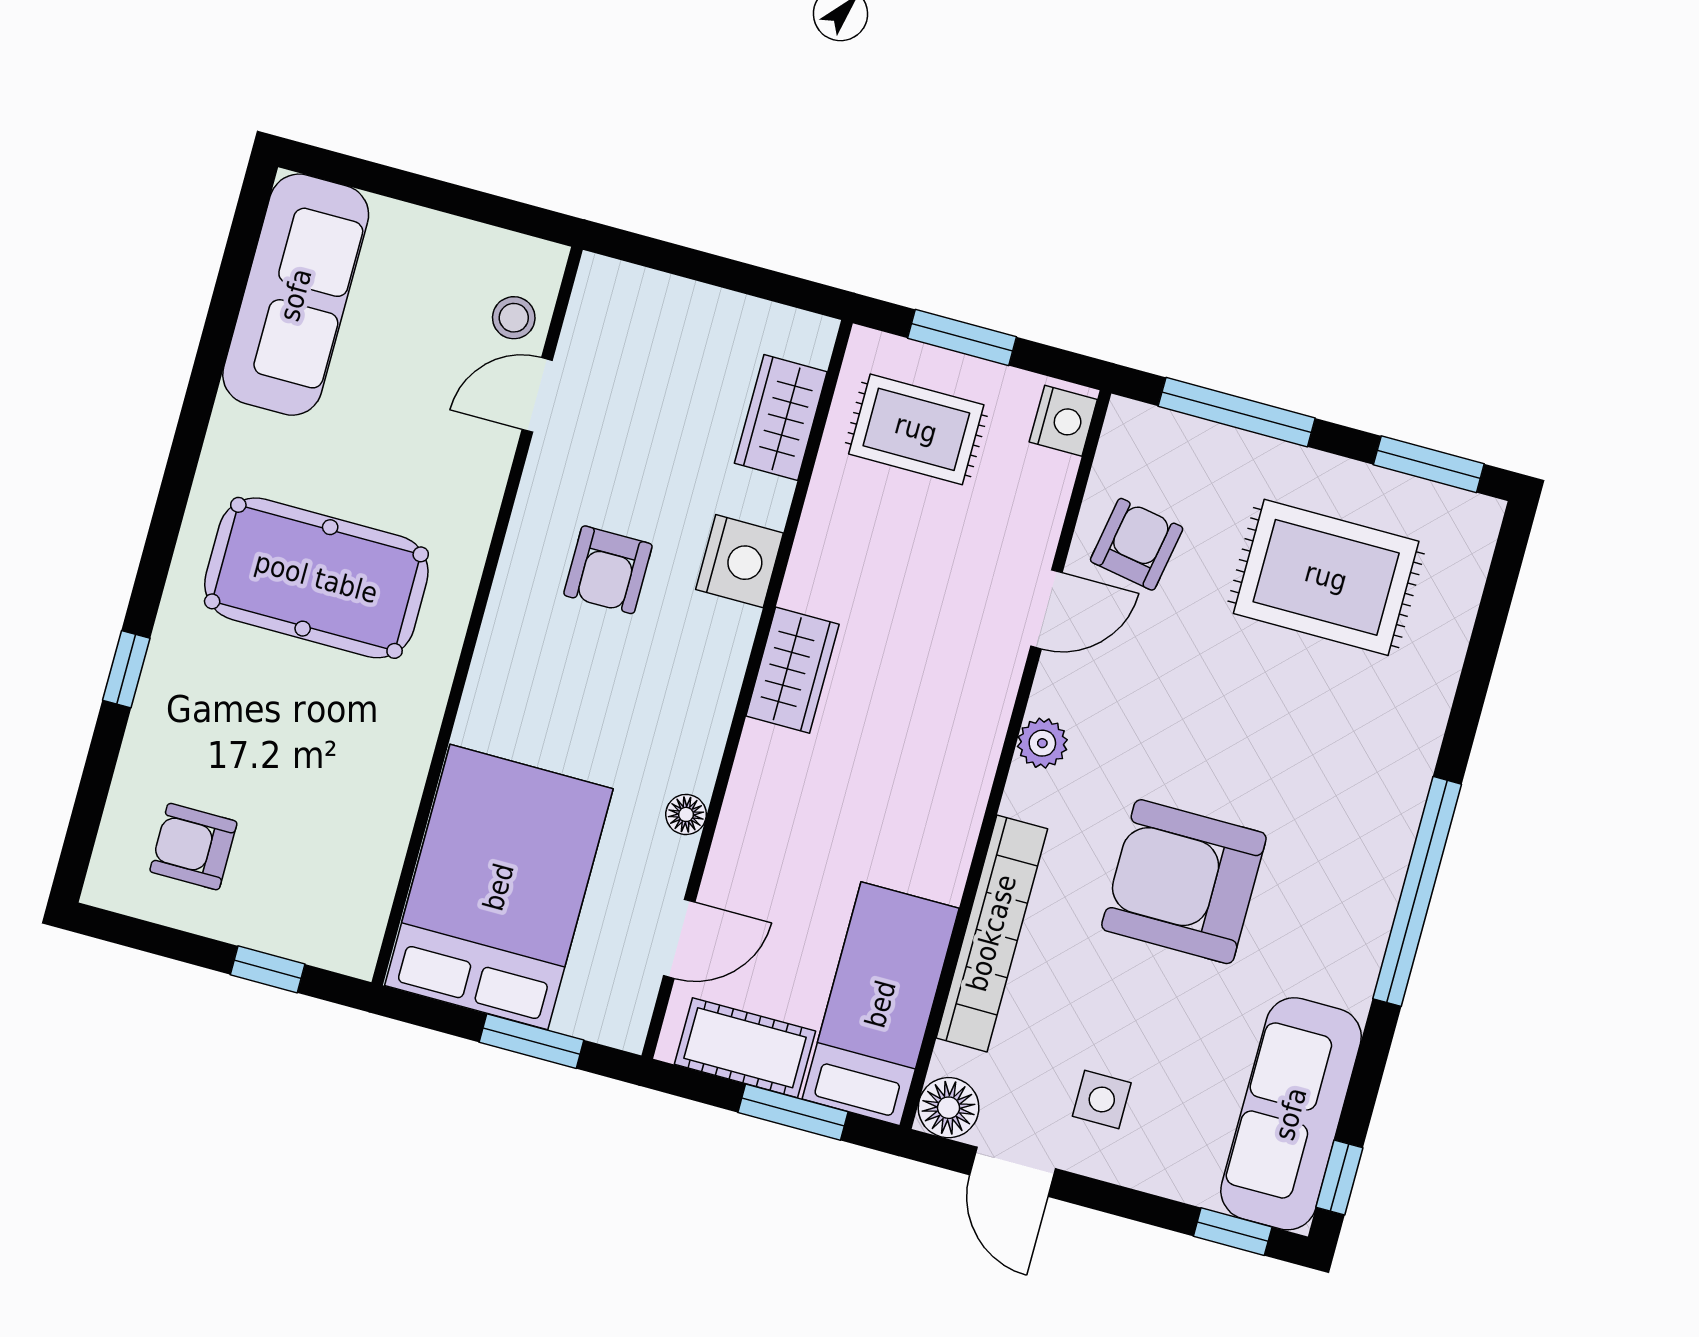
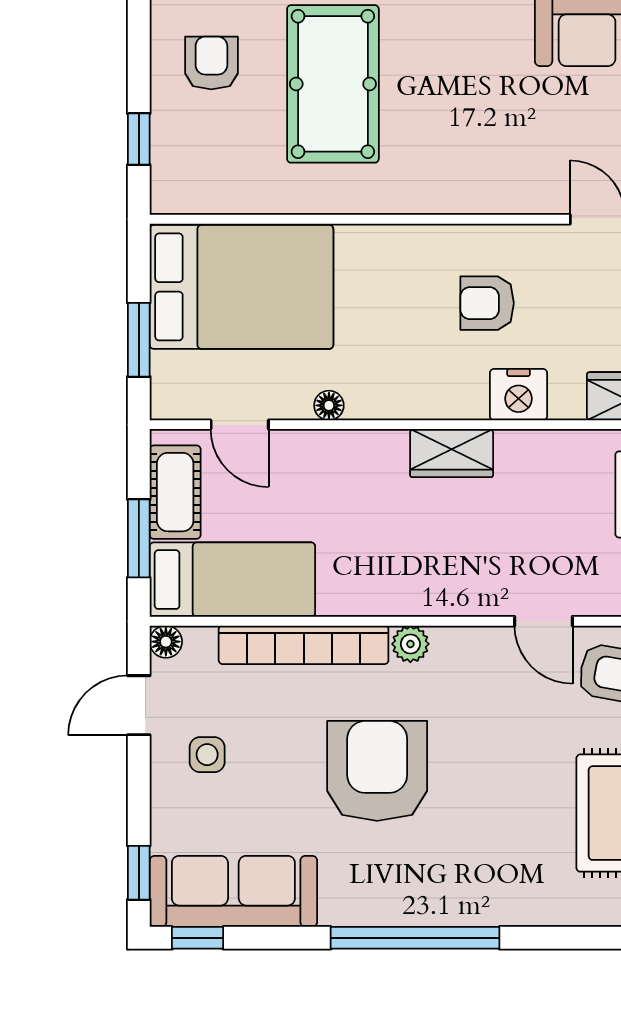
pool table: (316, 578) -> (333, 84), moved
plant: (1042, 743) -> (410, 644), moved
floor lamp: (949, 1108) -> (166, 642), width x0.73, depth x0.73

